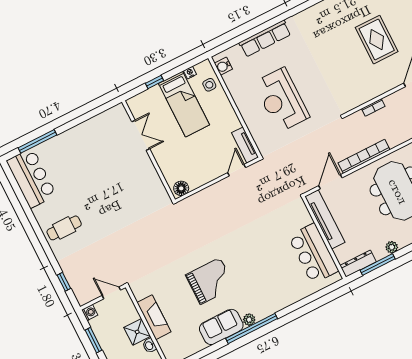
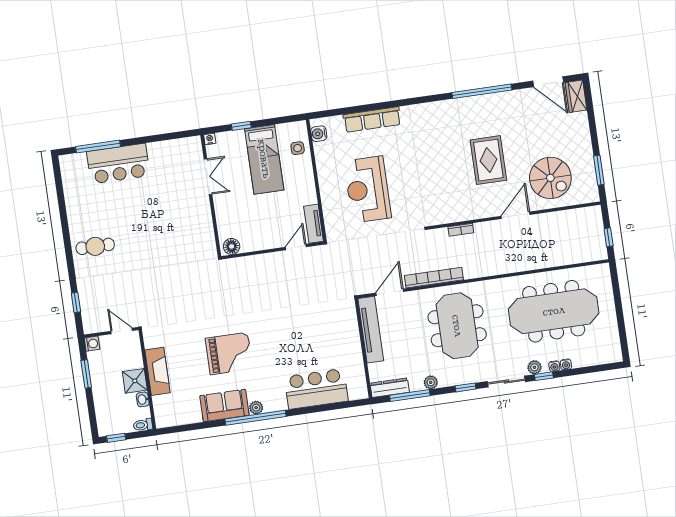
nightstand: (190, 73) -> (210, 139), moved
bar counter: (31, 178) -> (118, 164), moved, turned 90
bar counter: (313, 253) -> (316, 389), moved, turned 90

